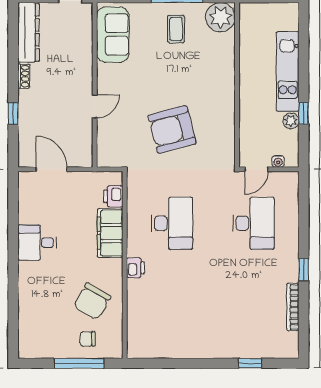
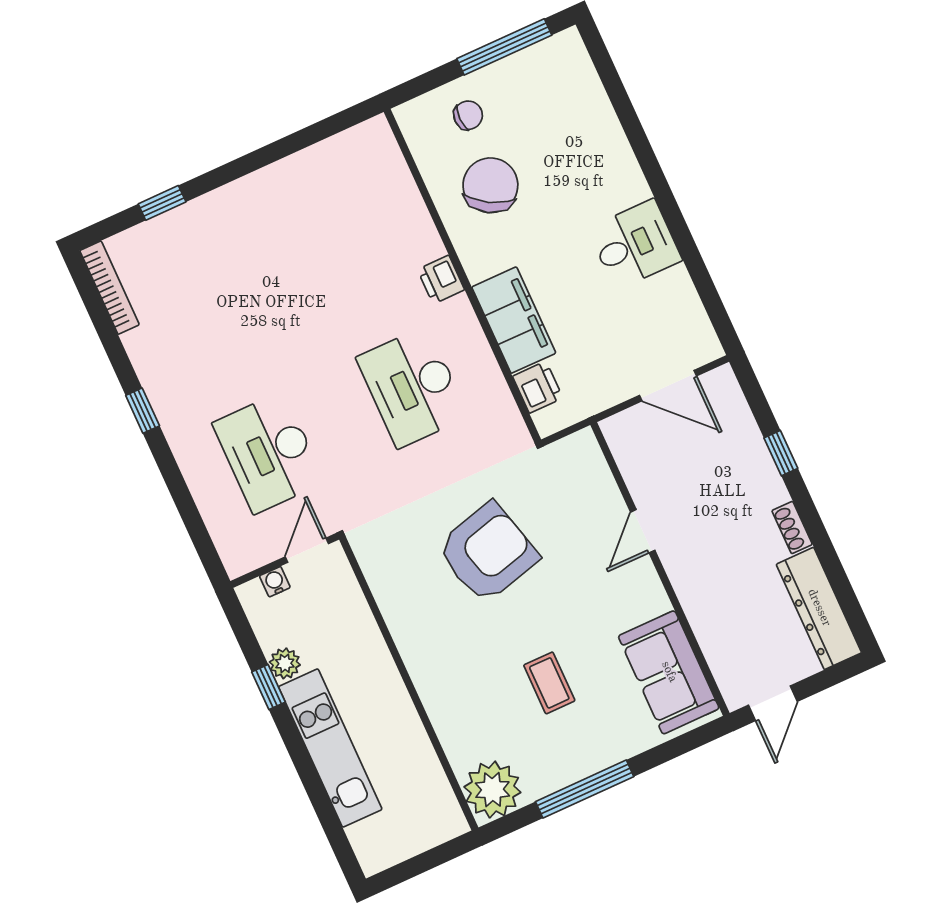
coffee table: (176, 29) -> (549, 683), moved
bookcase: (293, 307) -> (110, 288), moved
window: (79, 363) -> (504, 47), moved

